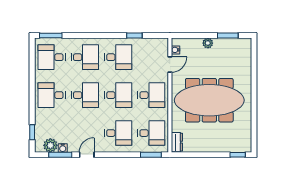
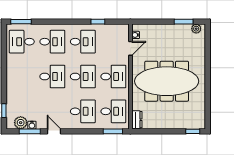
plant: (208, 43) -> (196, 29), moved
desk: (52, 95) -> (22, 76), removed
door: (87, 155) -> (54, 131), hinge flipped

